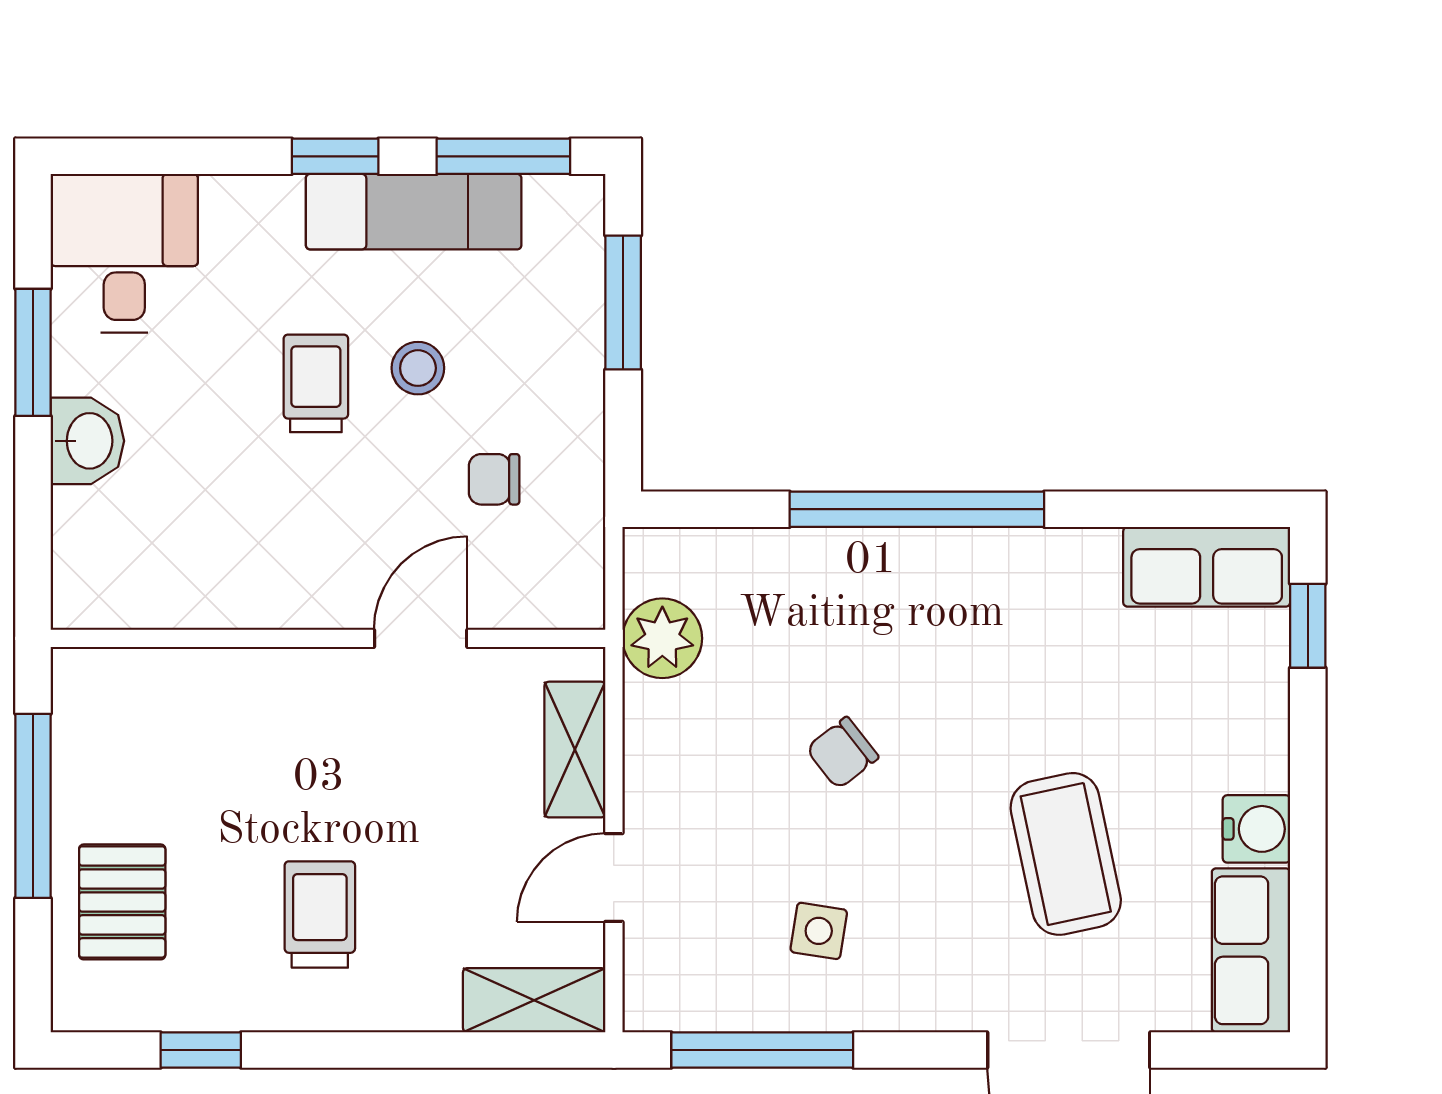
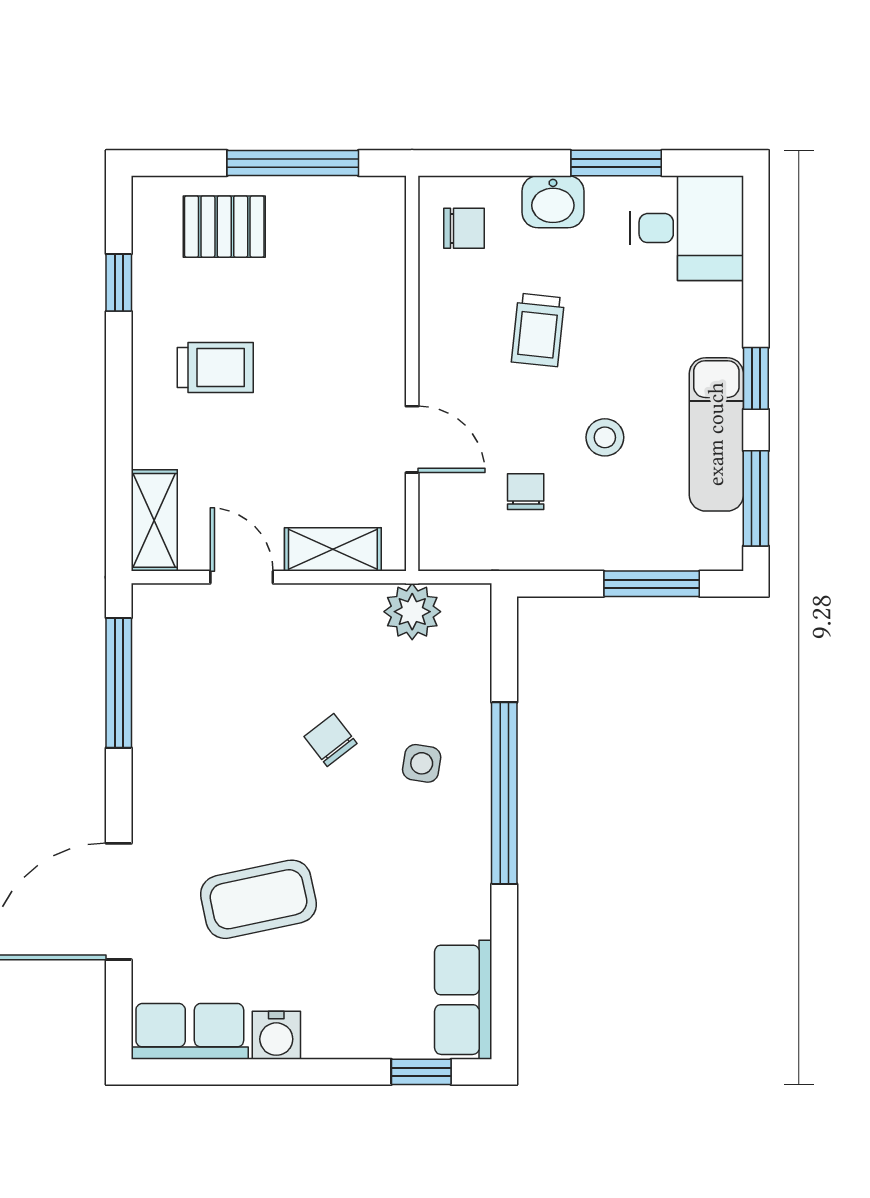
trolley: (316, 383) -> (538, 330), moved, turned 96
chair: (125, 566) -> (464, 228), added
side table: (819, 931) -> (422, 763), moved

